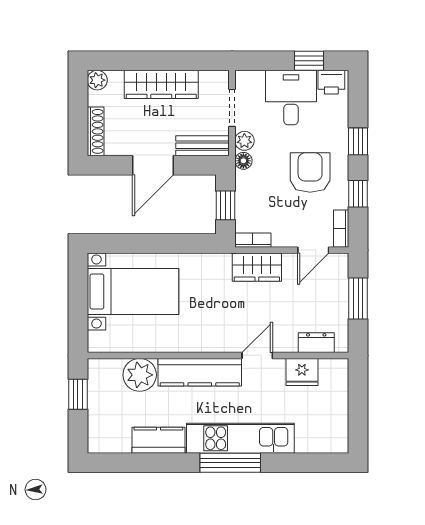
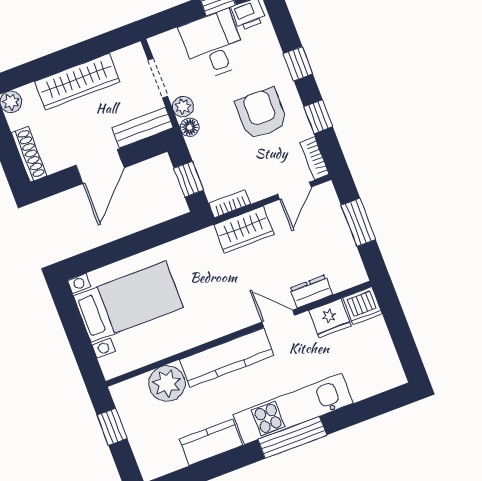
dresser: (316, 343) -> (311, 291), moved
door: (257, 355) -> (278, 319), hinge flipped
dishwasher: (334, 372) -> (362, 306), added

